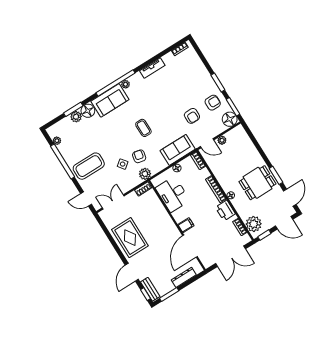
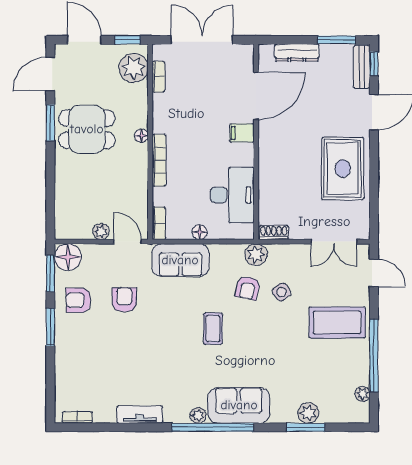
floor lamp: (88, 111) -> (284, 411), removed
printer: (225, 211) -> (165, 117), removed

